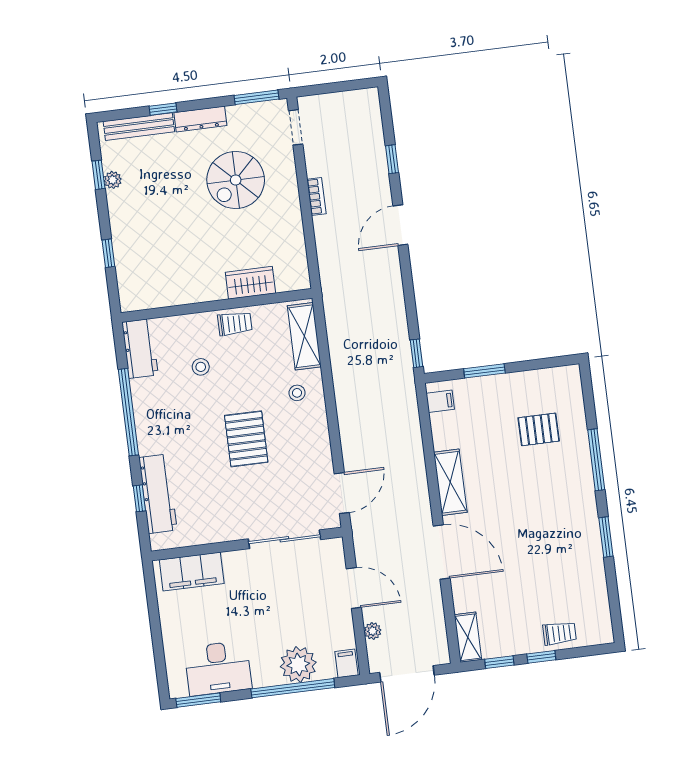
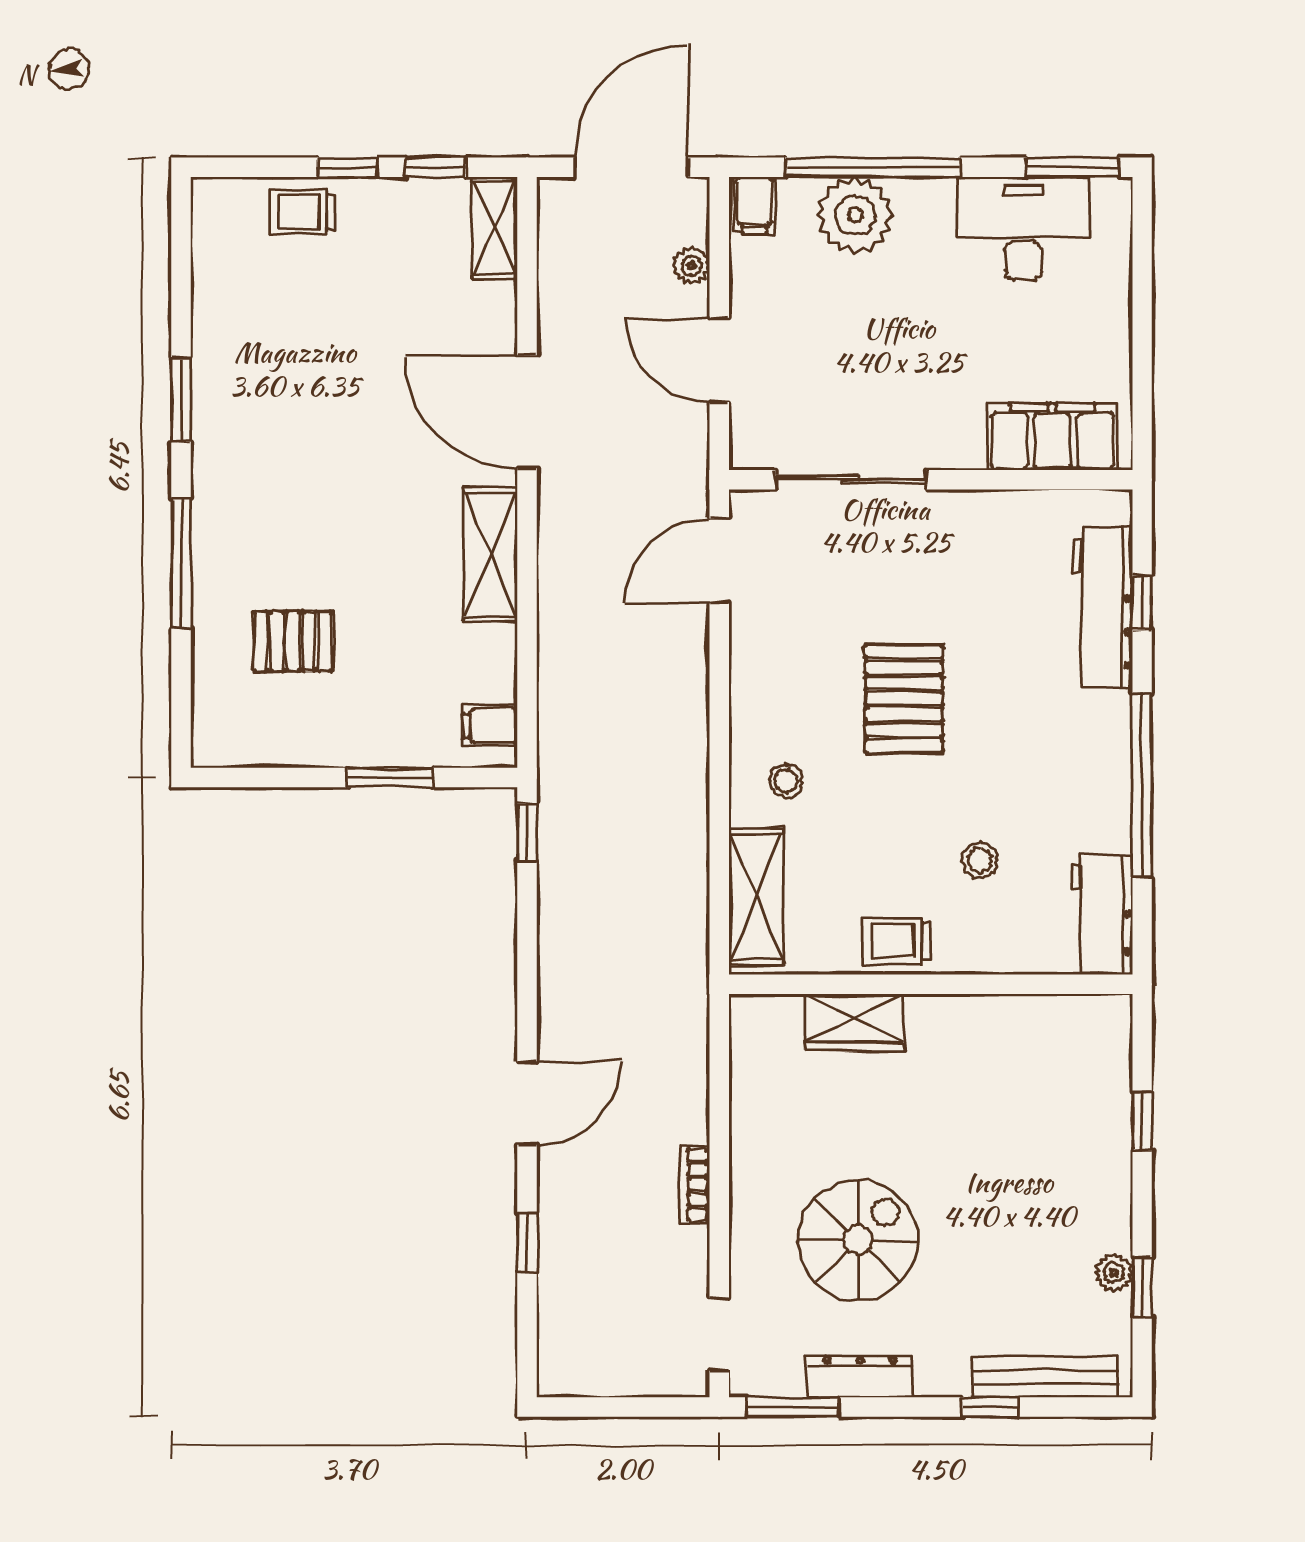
dresser: (200, 119) -> (860, 1377), moved

